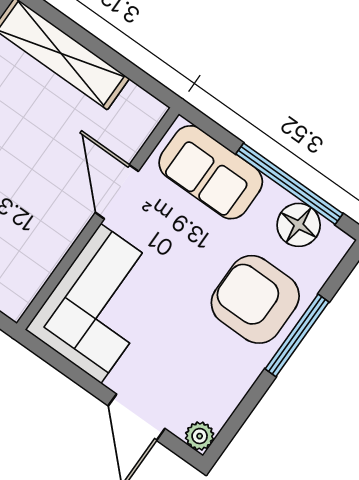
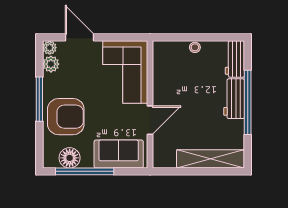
door: (117, 192) -> (150, 120), hinge flipped
window: (297, 335) -> (39, 99), moved
plant: (217, 407) -> (51, 64), added

